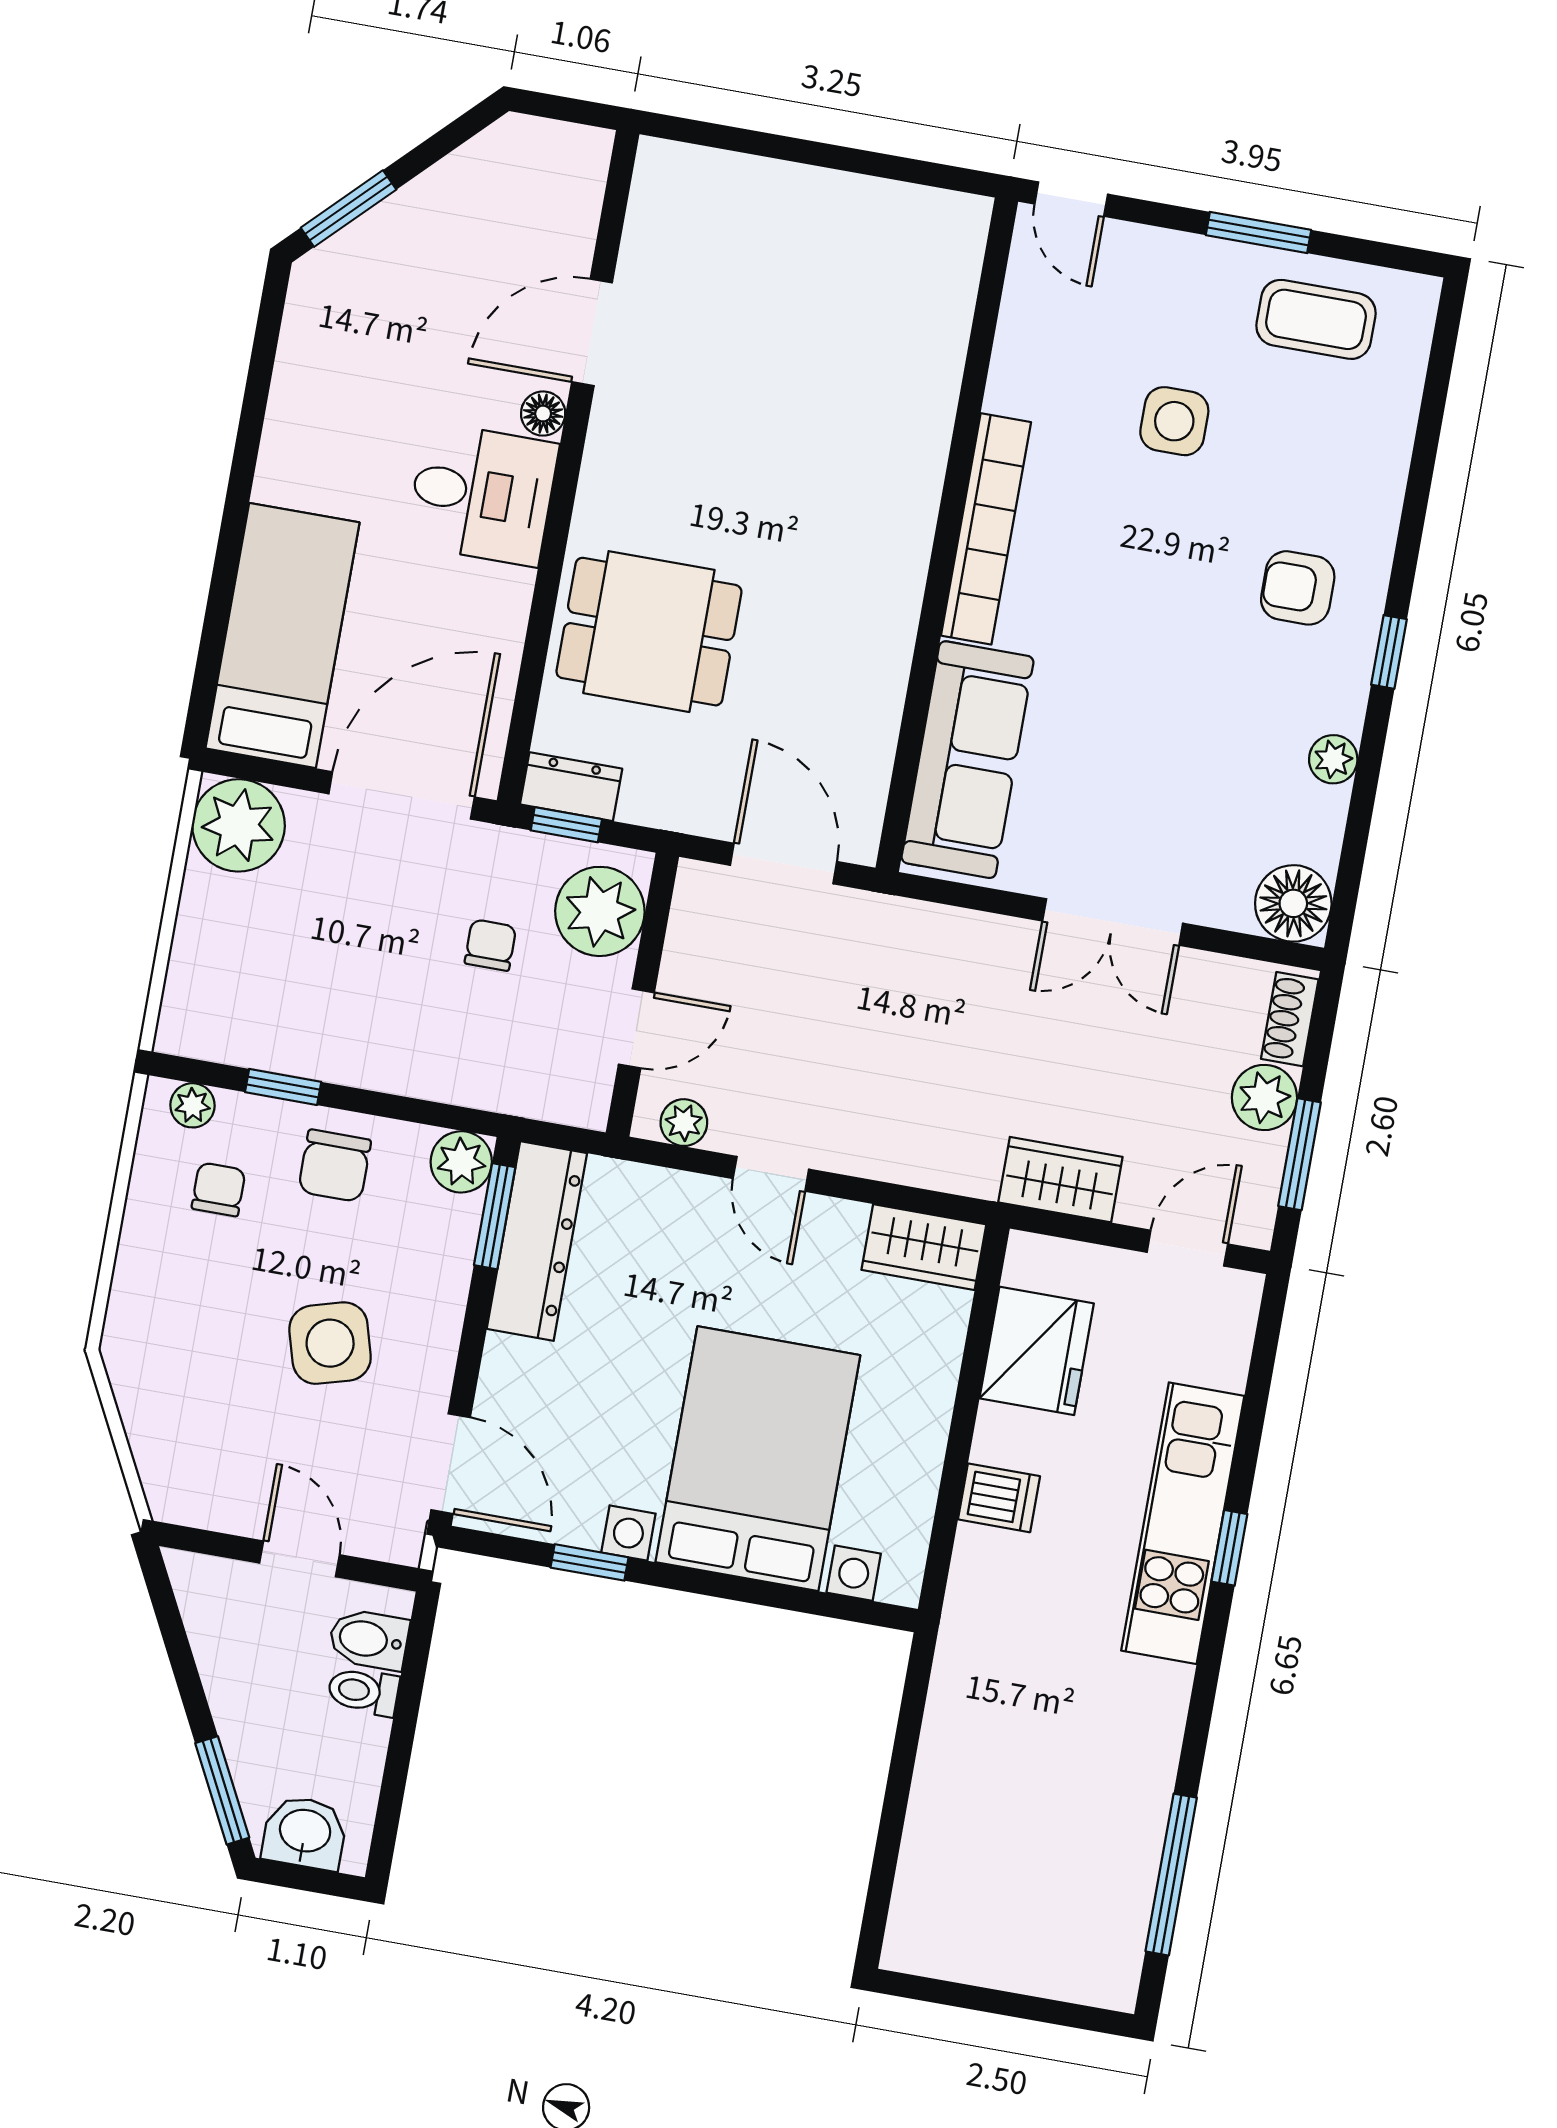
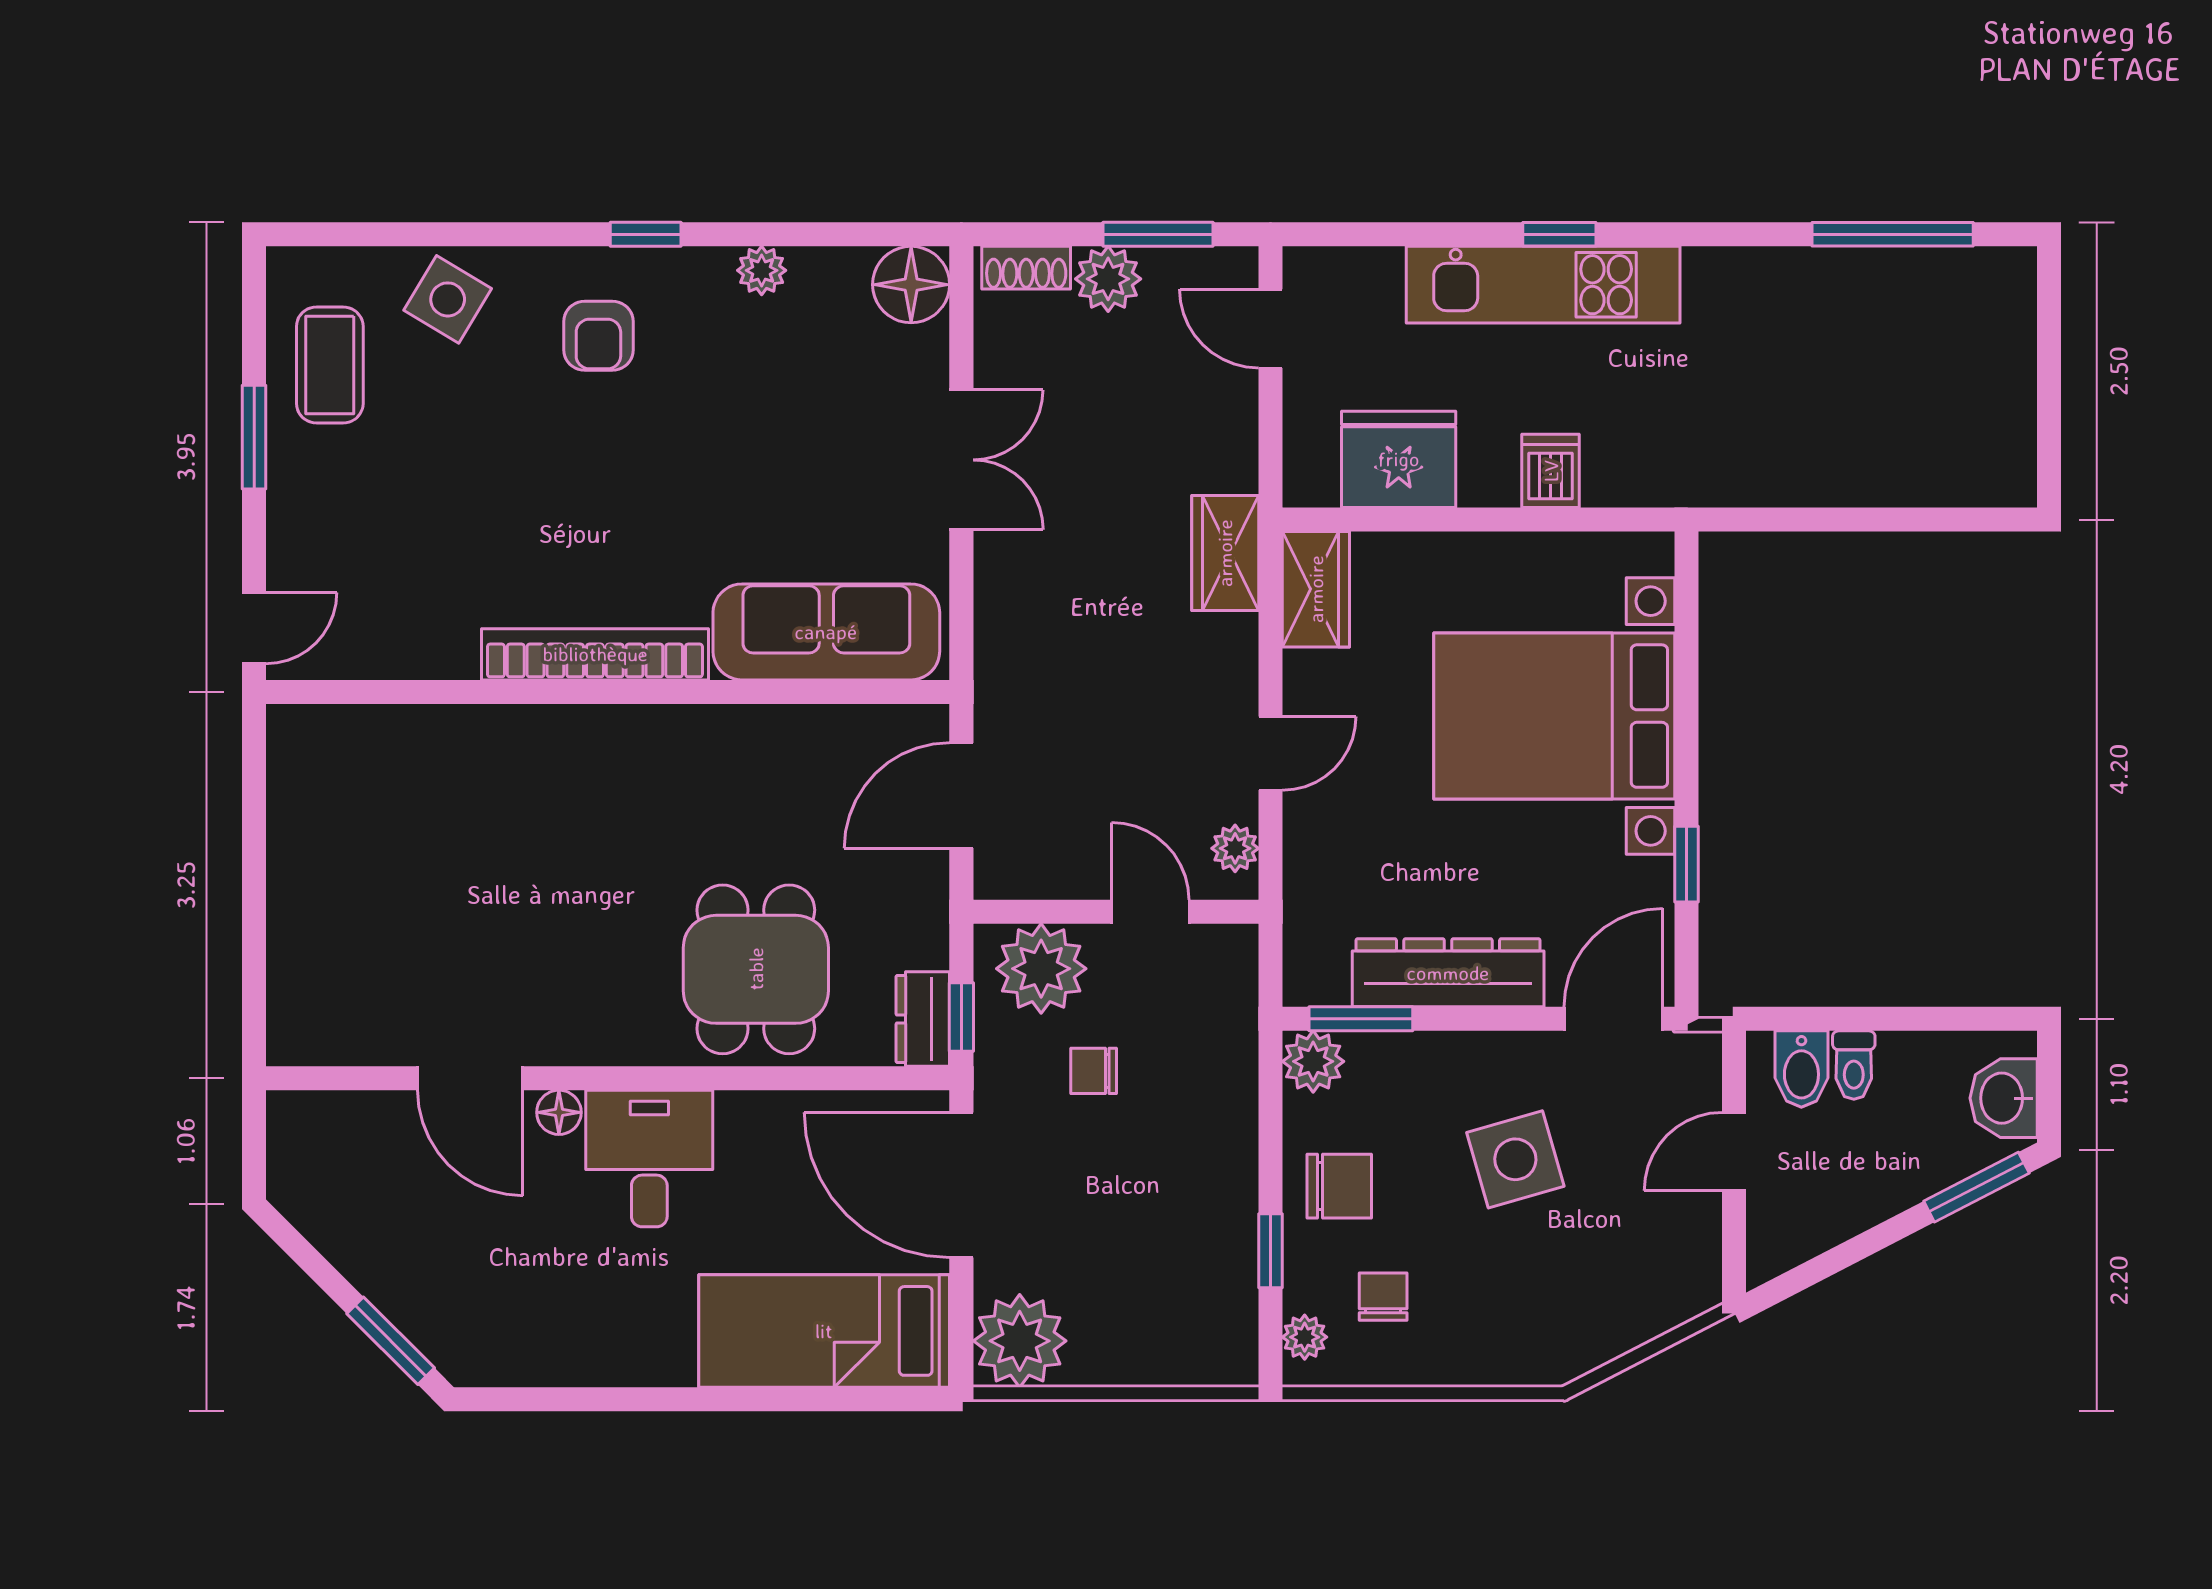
side table: (1174, 421) -> (448, 299), moved, turned 31
wardrobe: (1060, 1180) -> (1225, 553), moved
chair: (219, 1189) -> (1383, 1297), turned 90
dresser: (537, 1241) -> (1448, 973), moved

